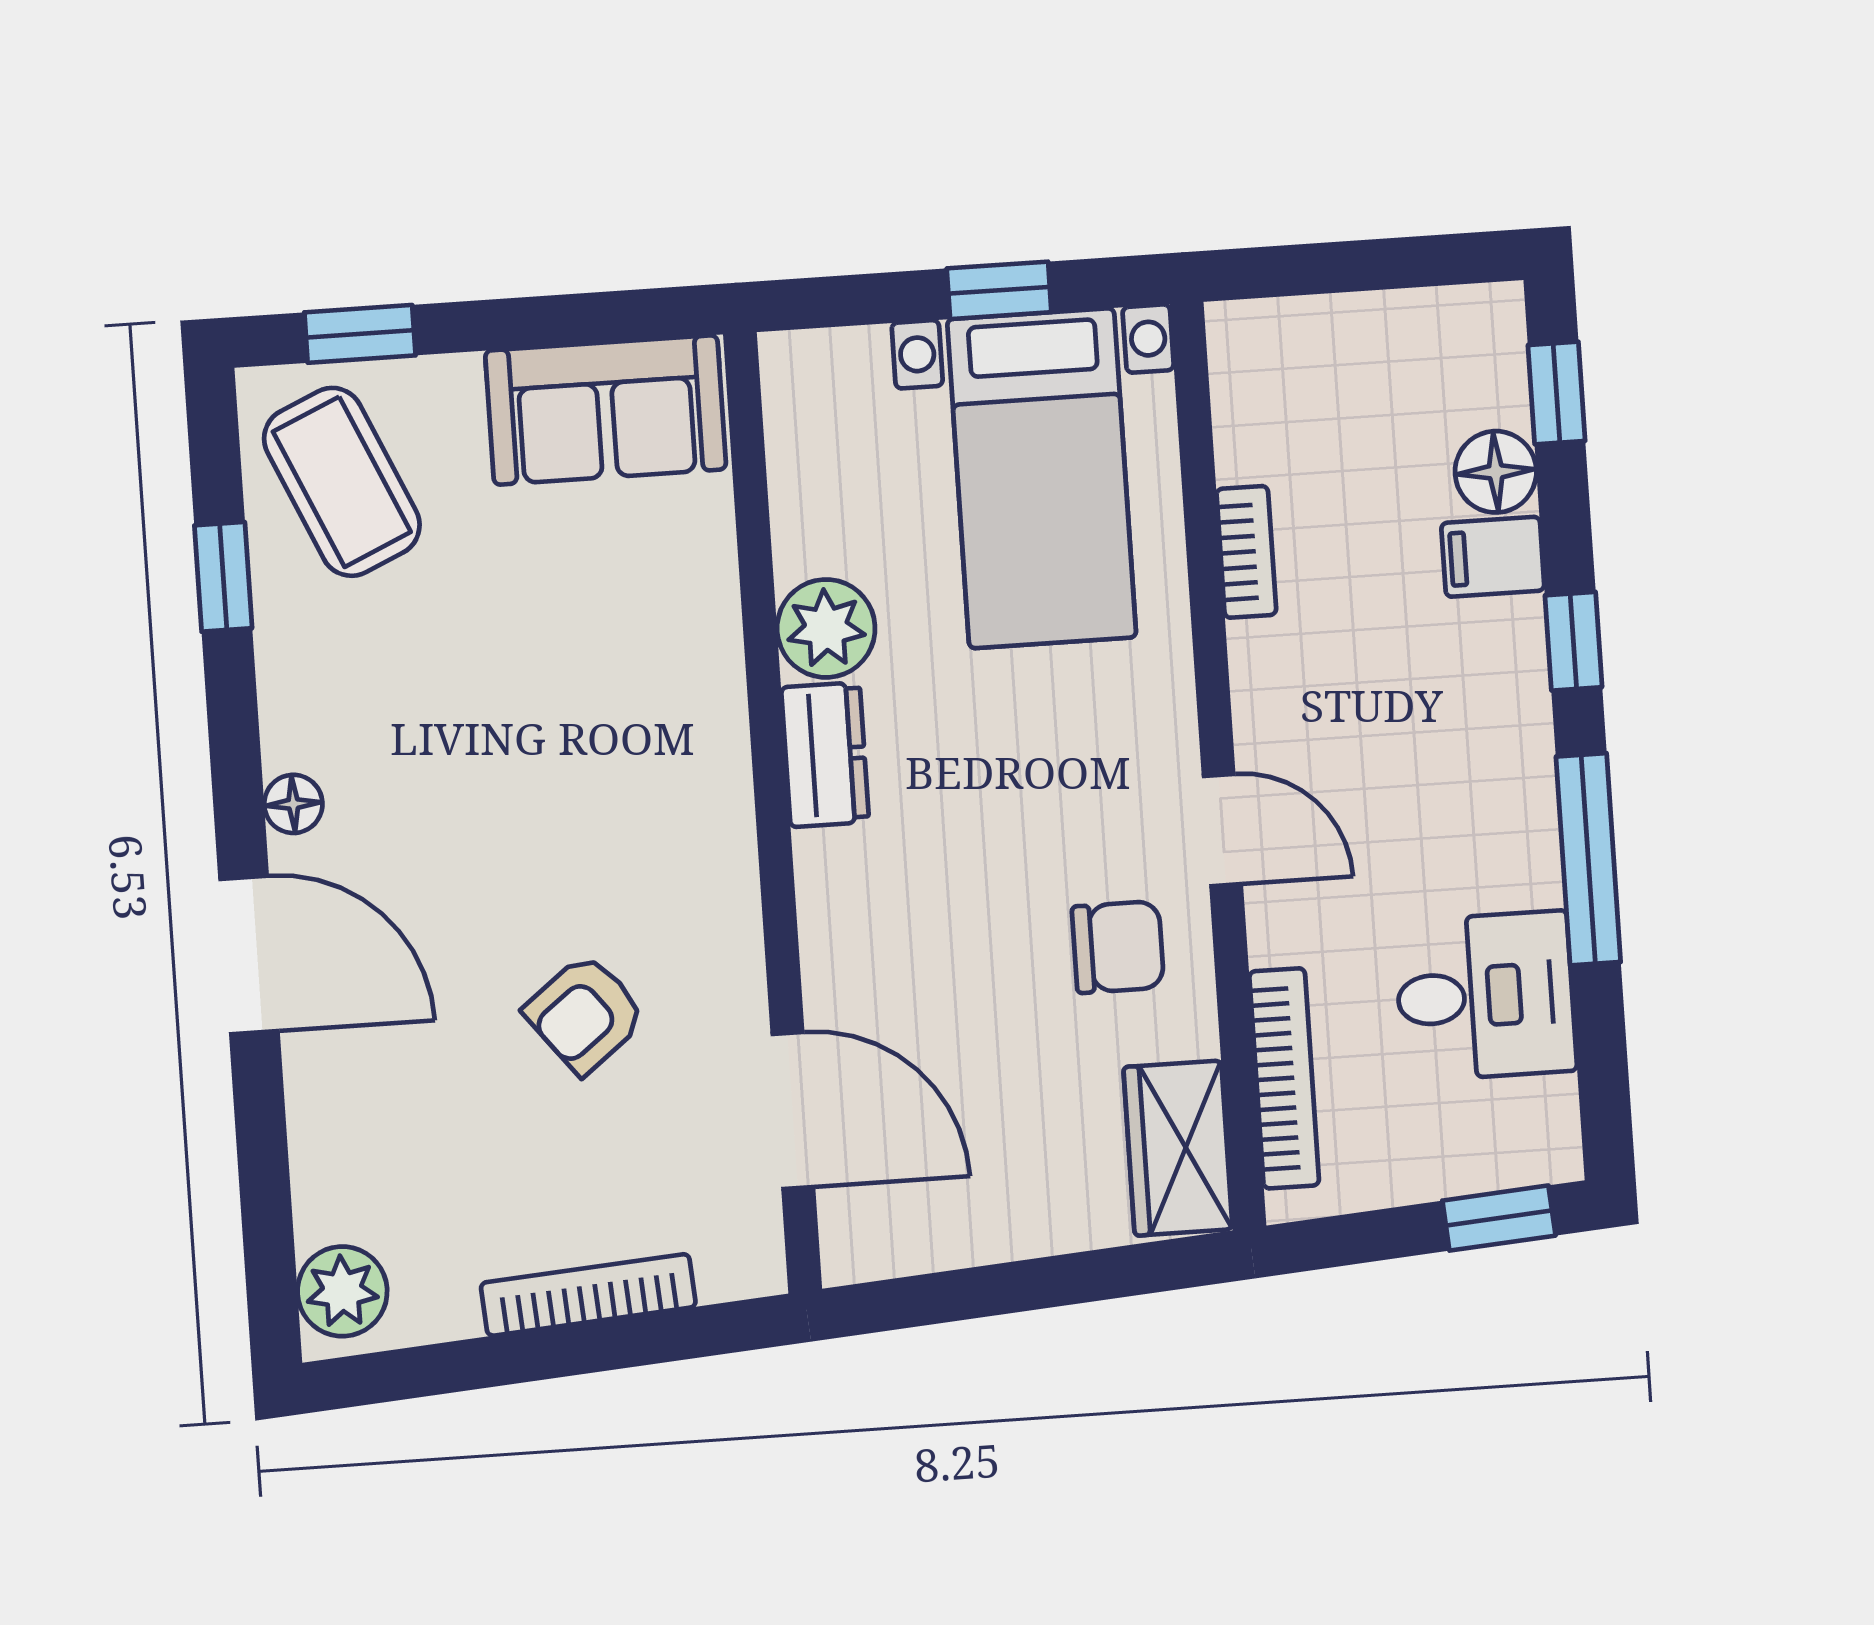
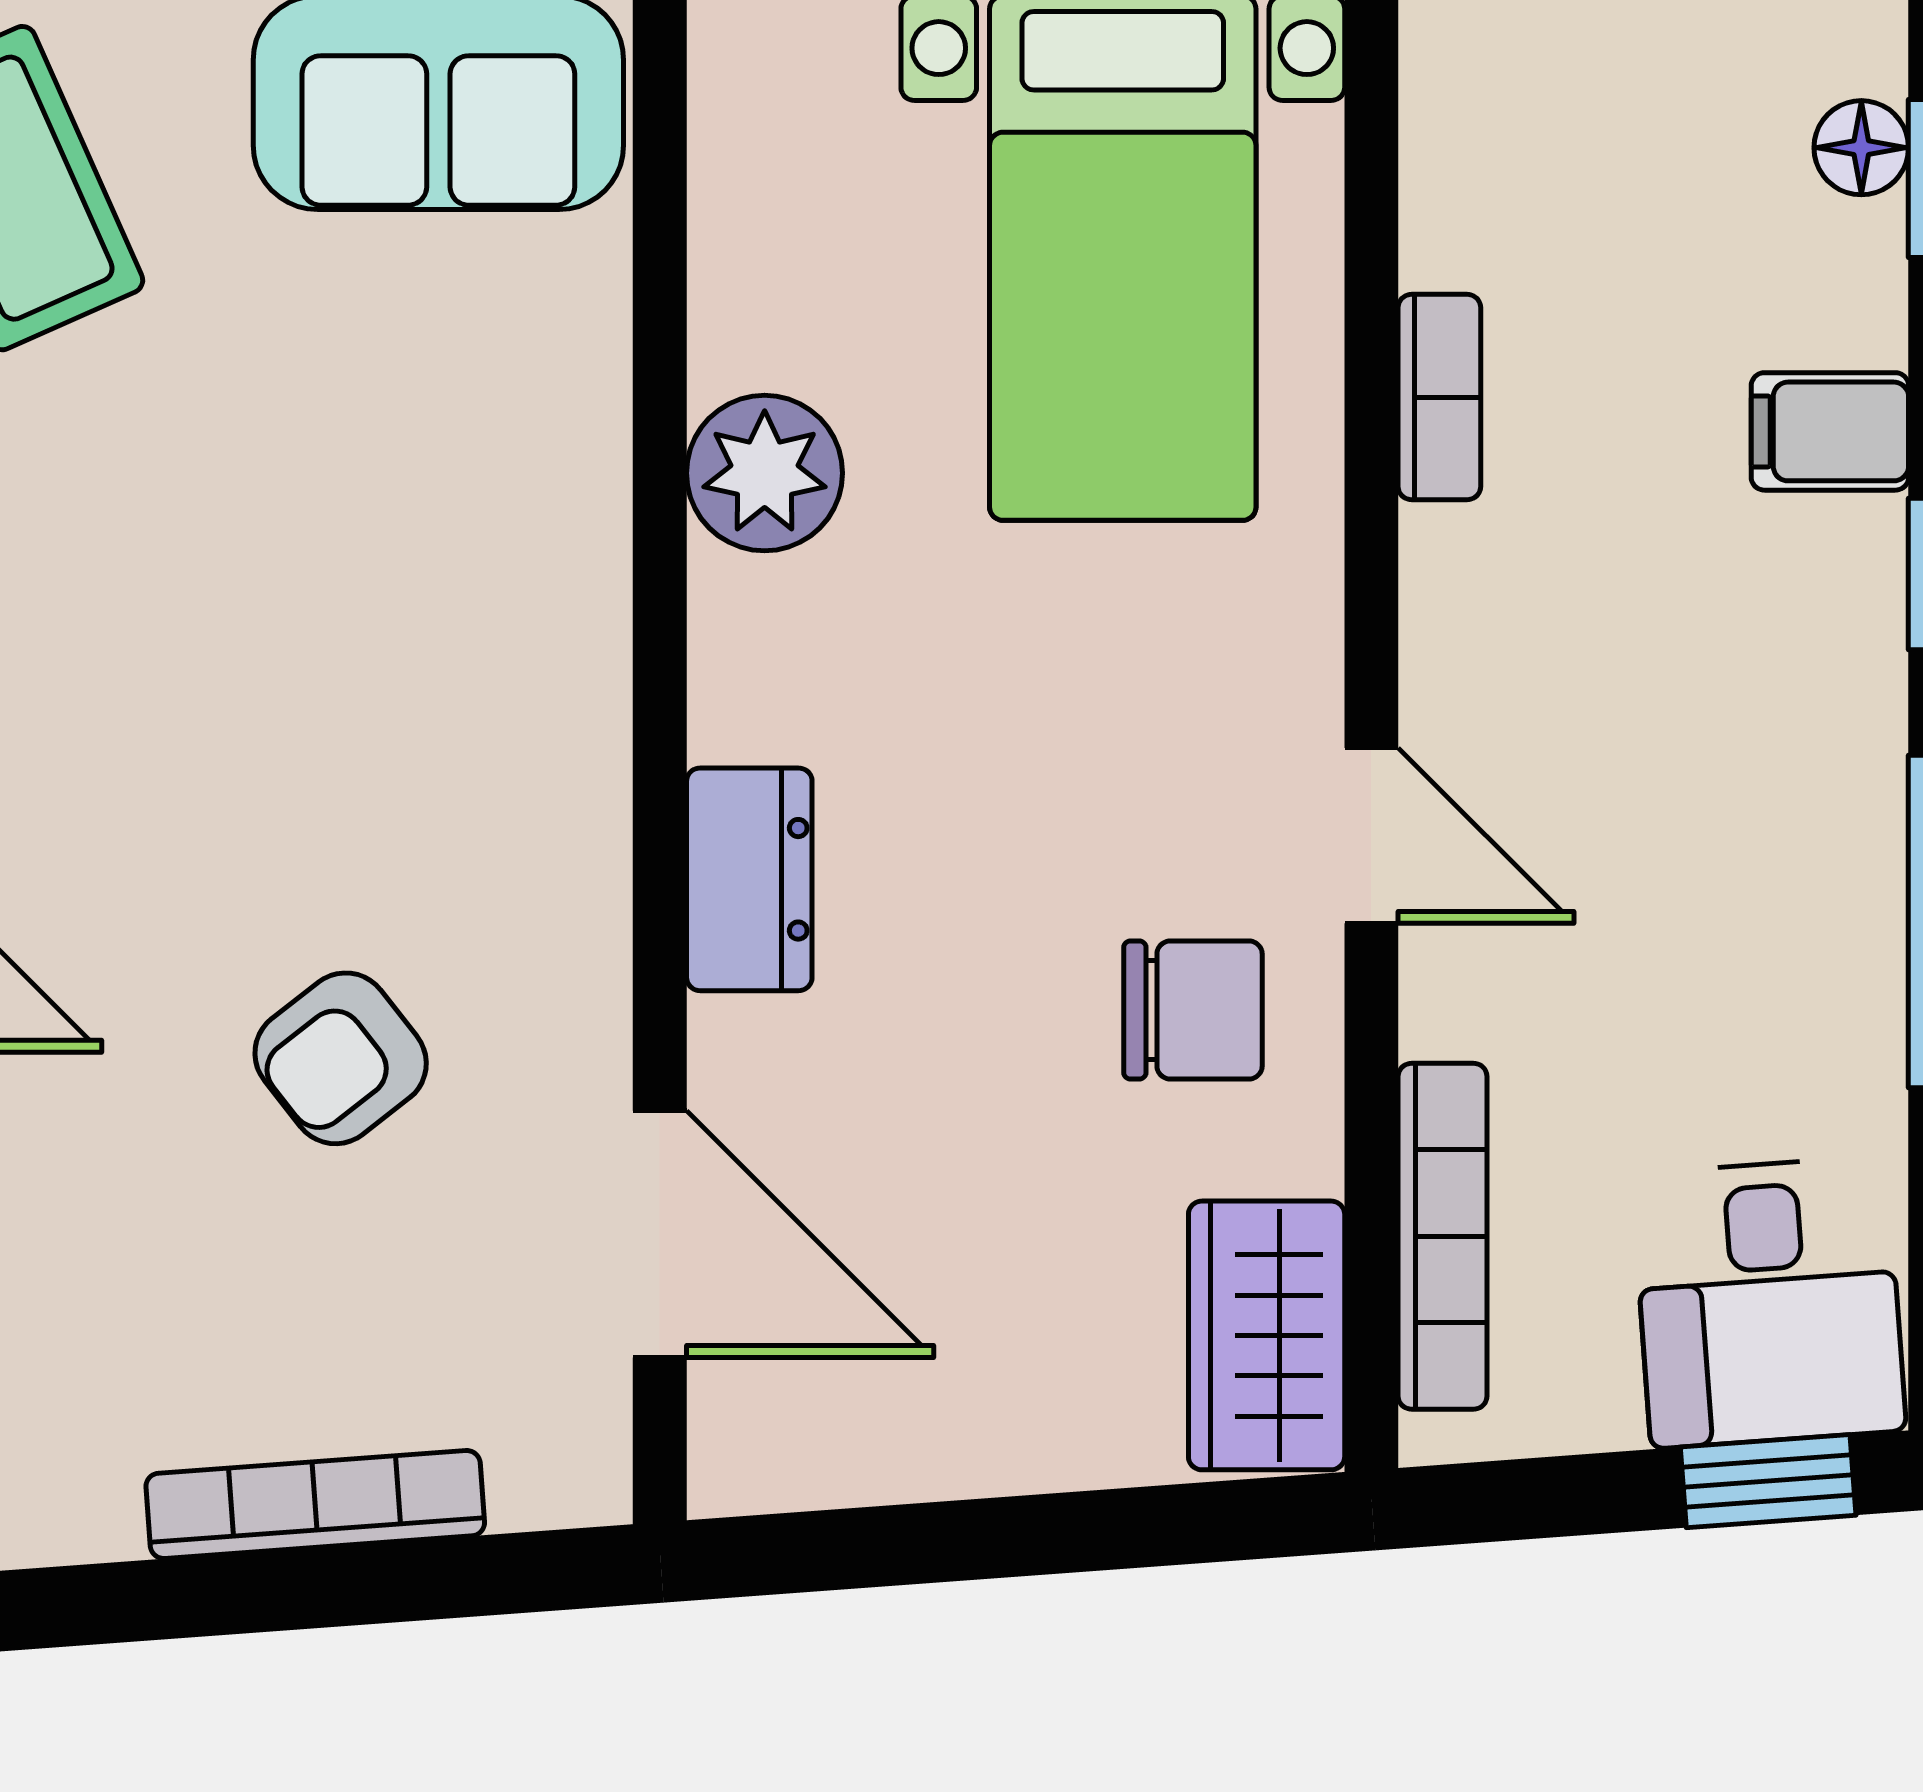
floor lamp: (1496, 472) -> (1861, 148), moved, width x0.73, depth x0.73
dresser: (825, 755) -> (749, 879), moved
desk: (1485, 996) -> (1769, 1302), moved, turned 86

